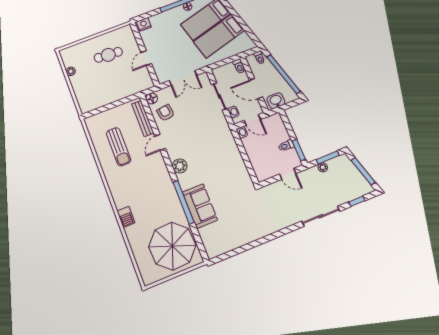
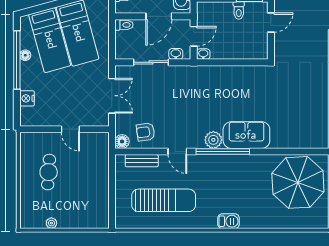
nightstand: (144, 24) -> (27, 98), moved
bench: (143, 118) -> (142, 161), width x0.73
sun lounger: (119, 147) -> (164, 200), width x1.36, depth x1.34
window: (184, 202) -> (223, 152), moved
sofa: (200, 206) -> (246, 135), moved
barbecue: (126, 217) -> (229, 221), moved

